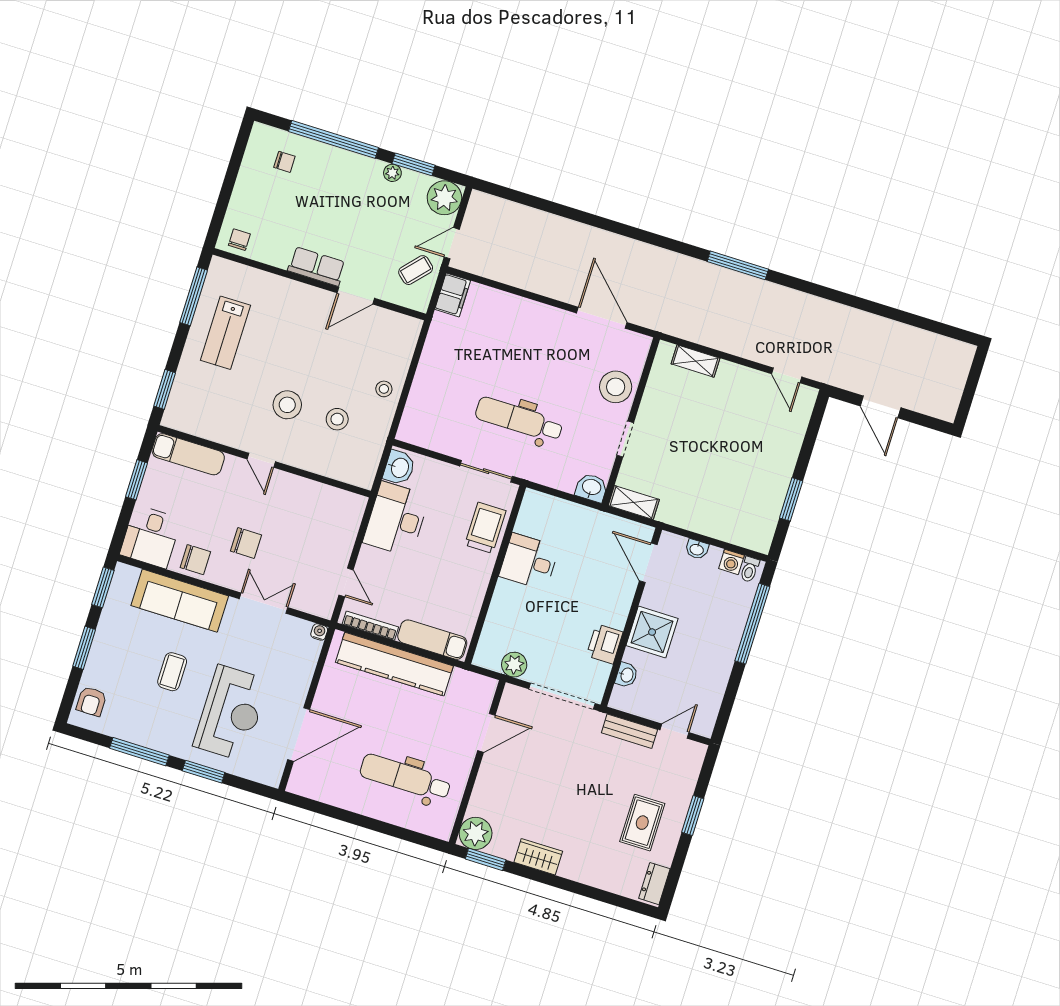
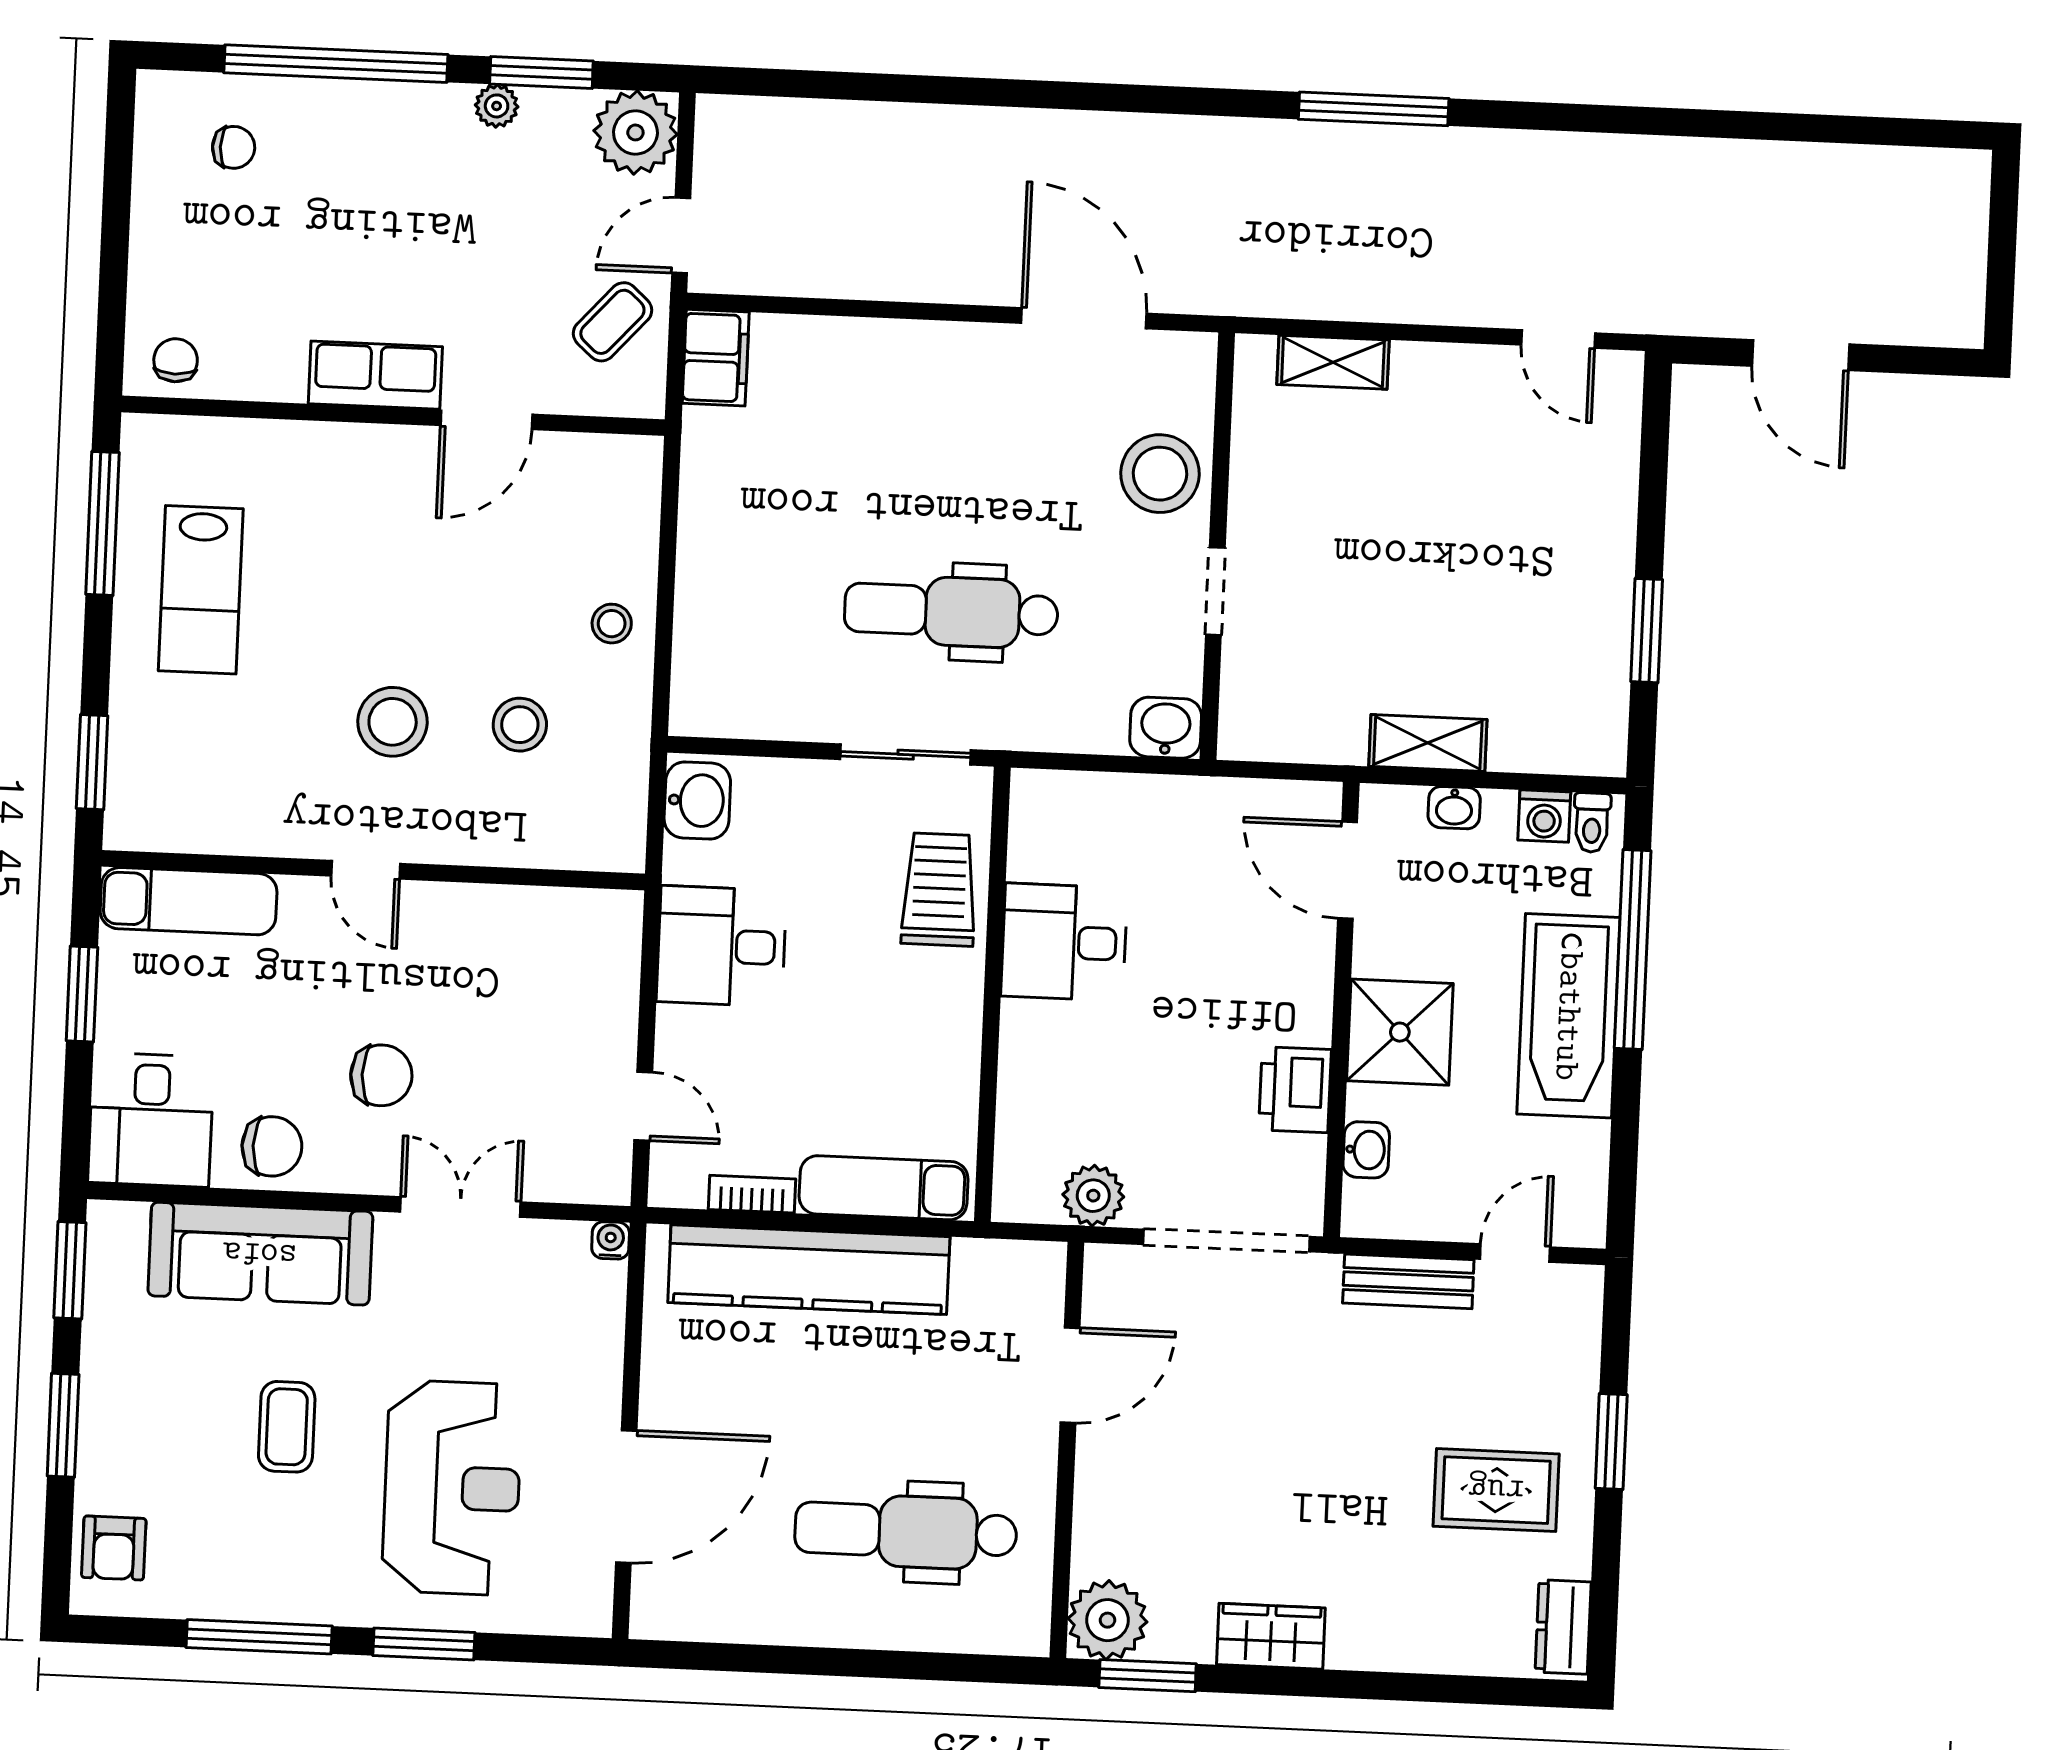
shelving: (634, 502) -> (1428, 743), moved
desk: (396, 519) -> (722, 946), width x0.73
bookcase: (370, 626) -> (752, 1194), width x0.64
bathtub: (720, 643) -> (1569, 1016), added
rug: (642, 823) -> (1496, 1490), turned 90

